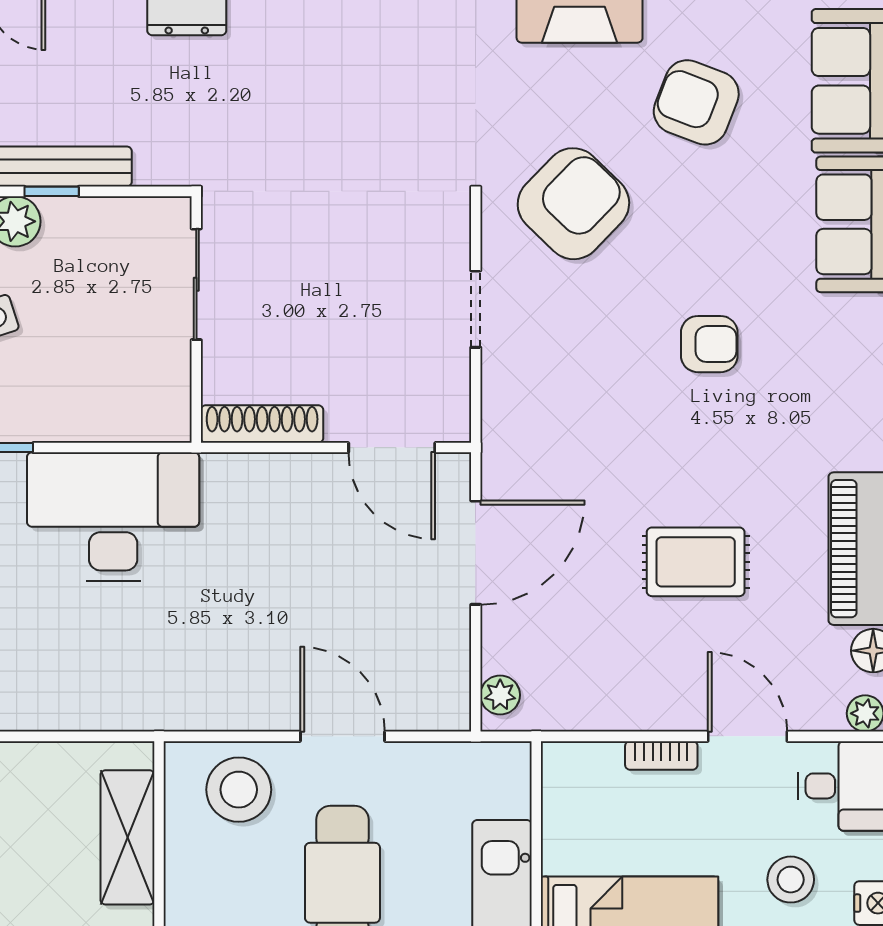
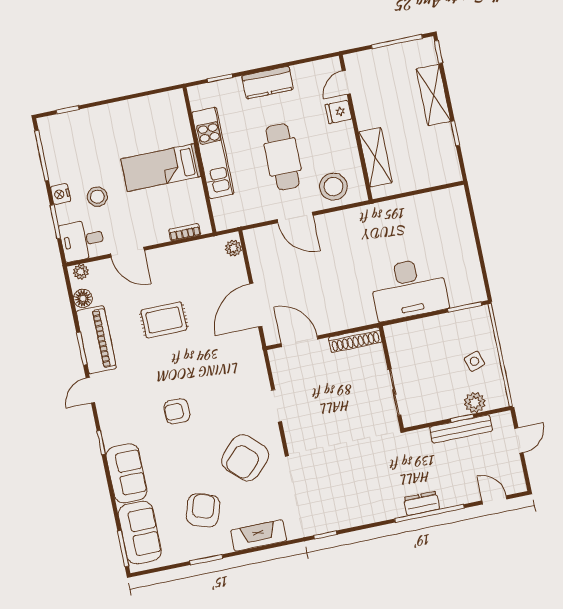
armchair: (696, 102) -> (203, 510), turned -93
bookcase: (661, 755) -> (185, 232), moved

